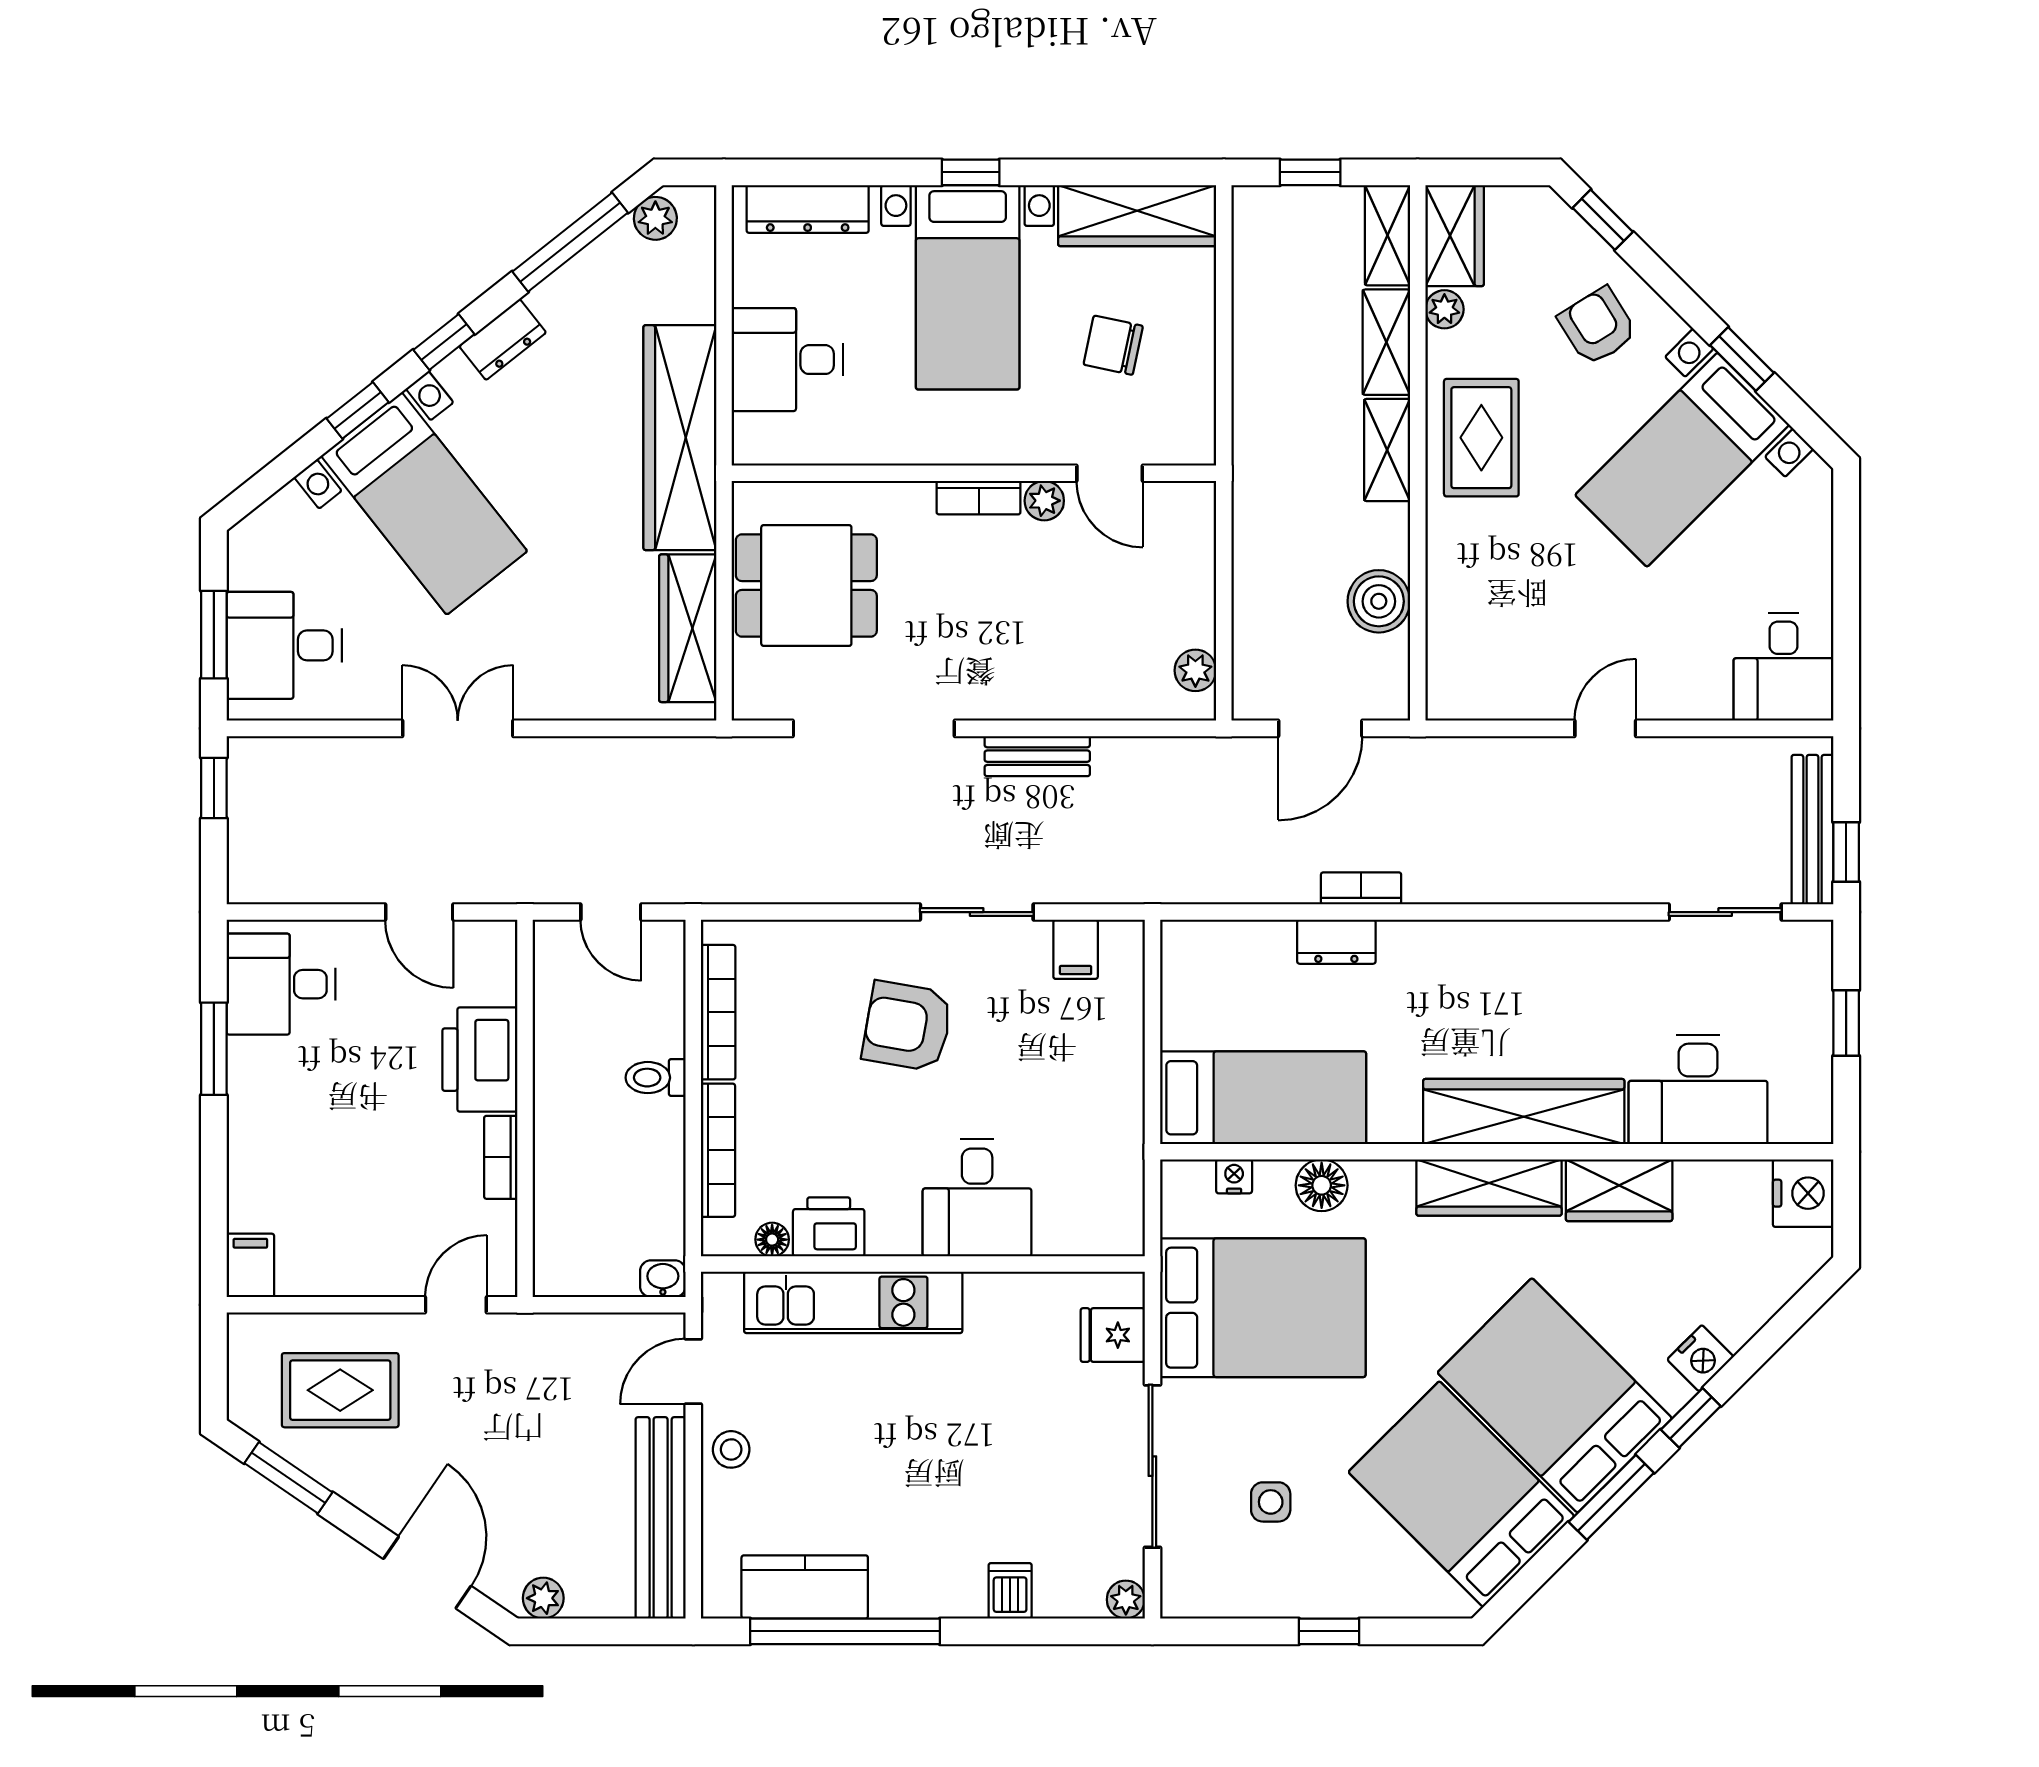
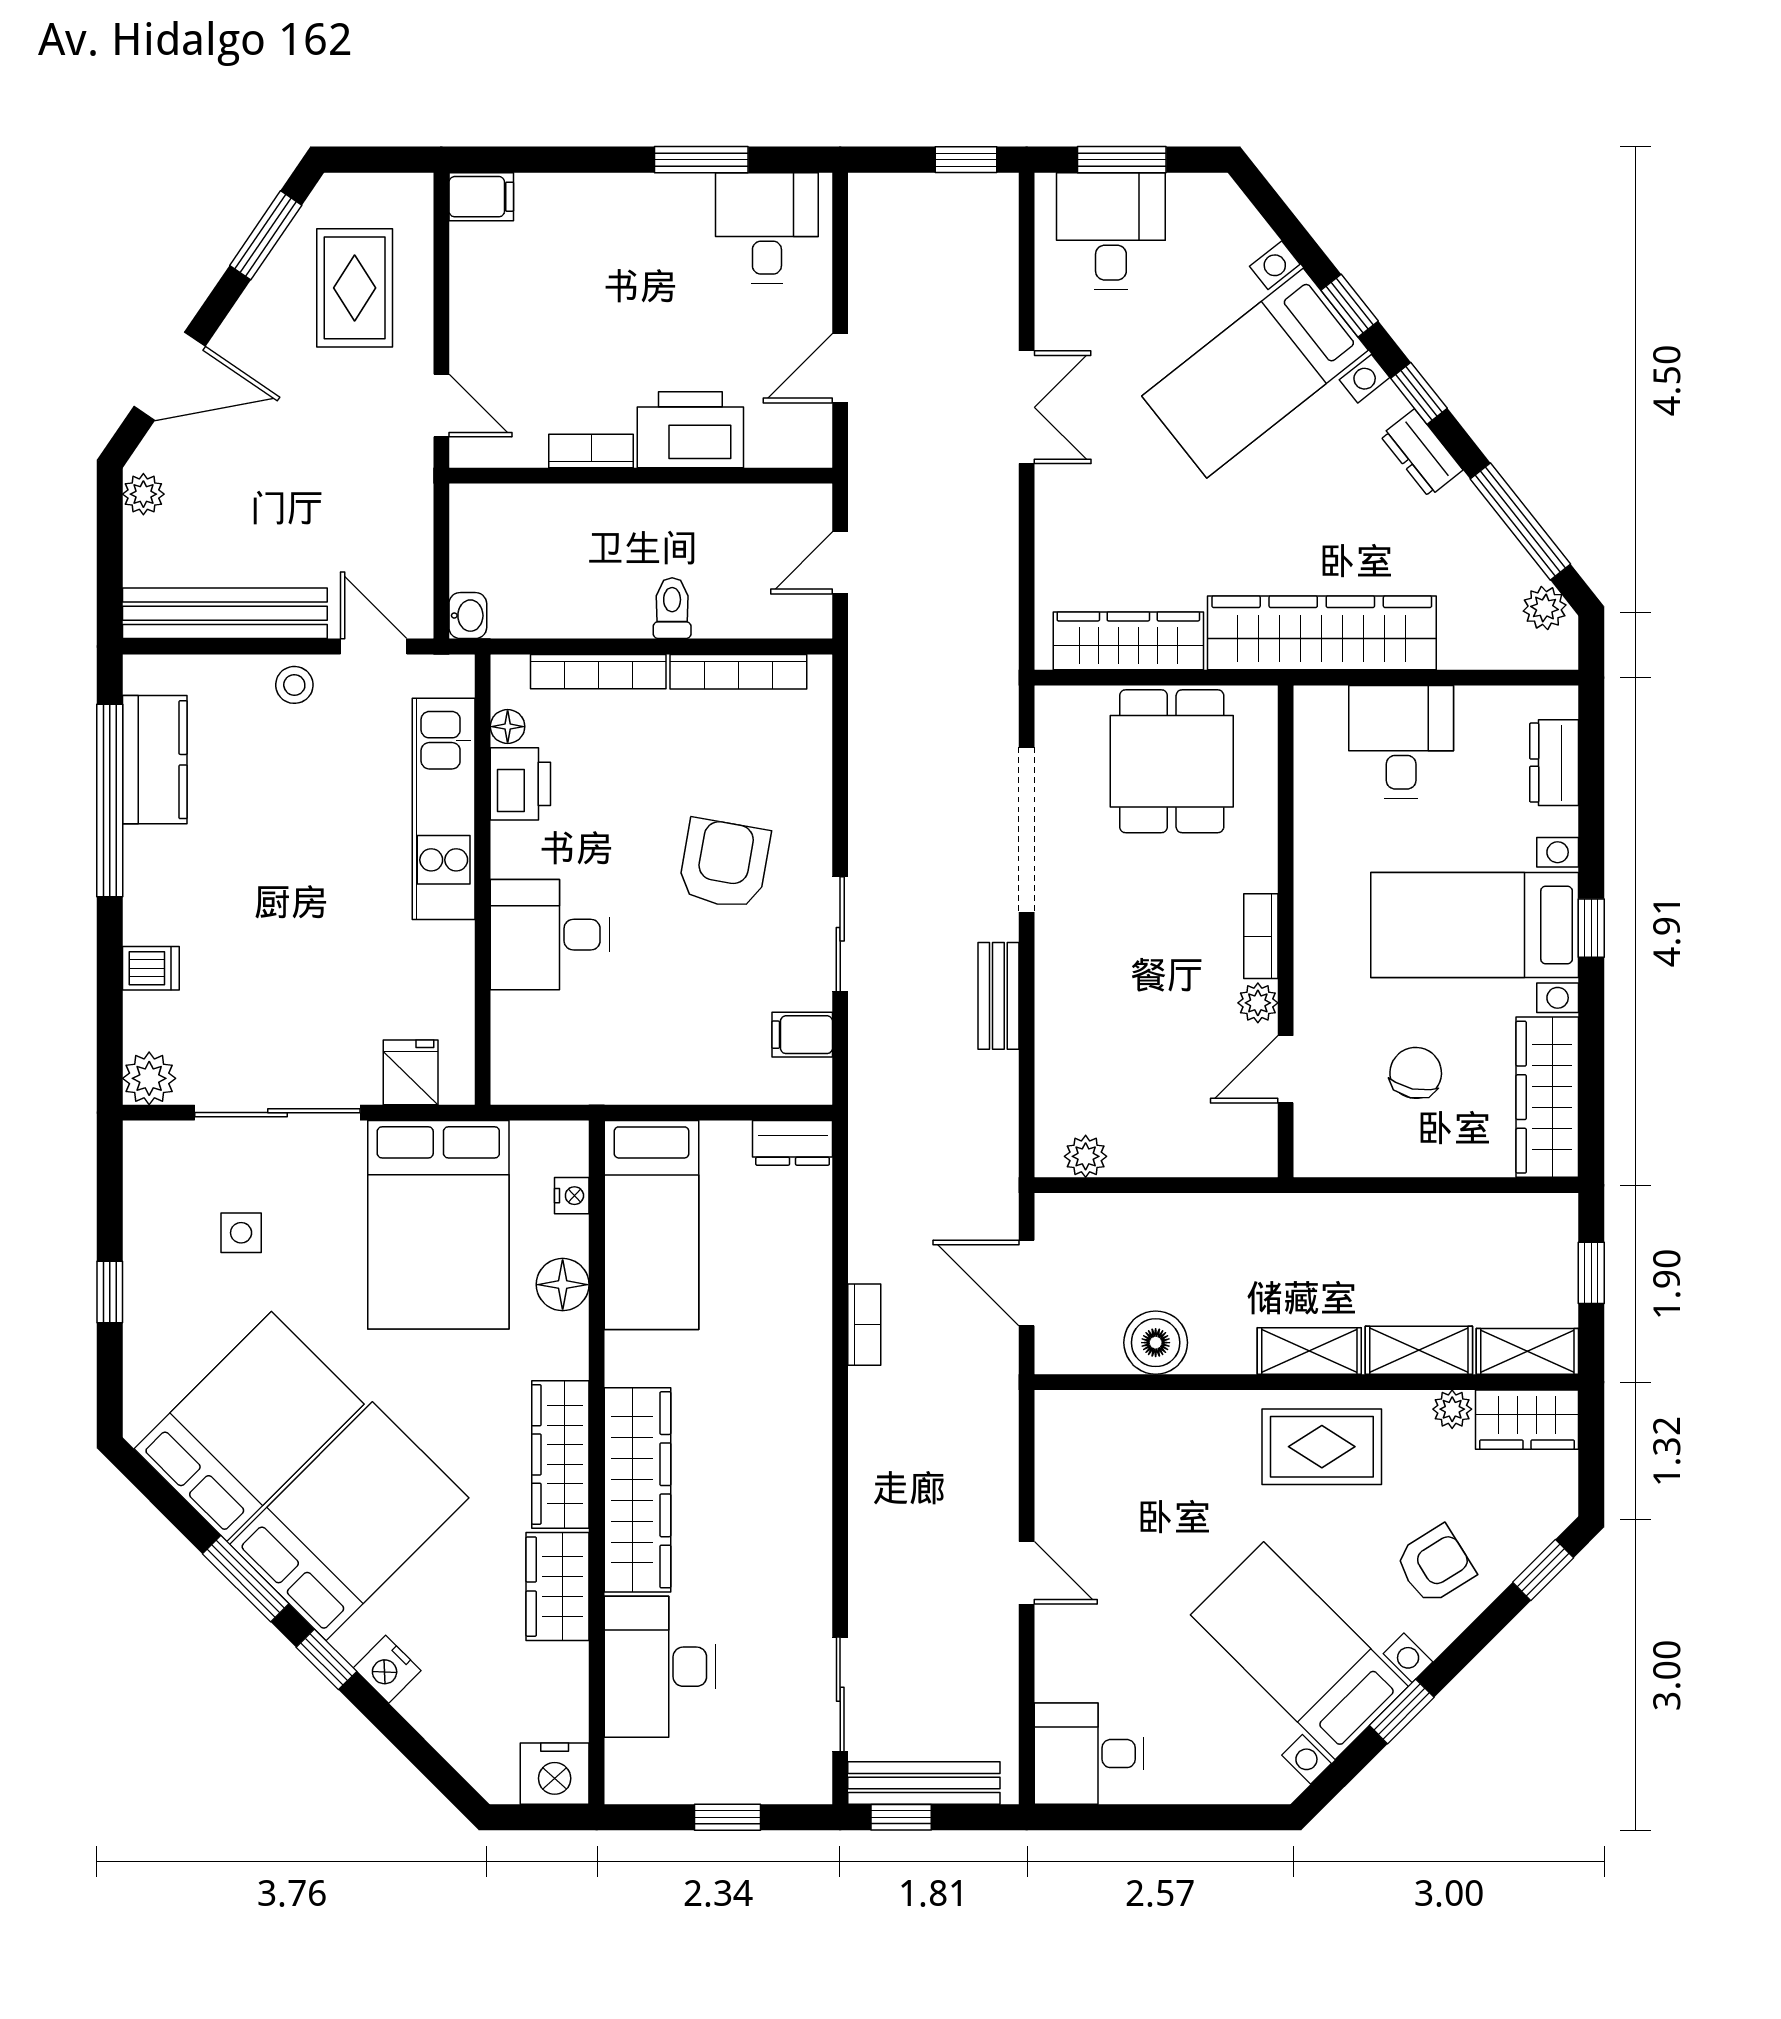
dresser: (808, 209) -> (1554, 763), width x0.70
dresser: (1336, 942) -> (793, 1143), moved, turned -90
plant: (1126, 1600) -> (149, 1078), width x1.38, depth x1.38

